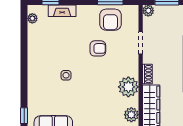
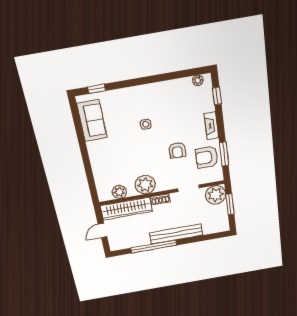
fireplace: (62, 11) -> (211, 126), moved
plant: (148, 11) -> (216, 195), width x1.88, depth x1.88

